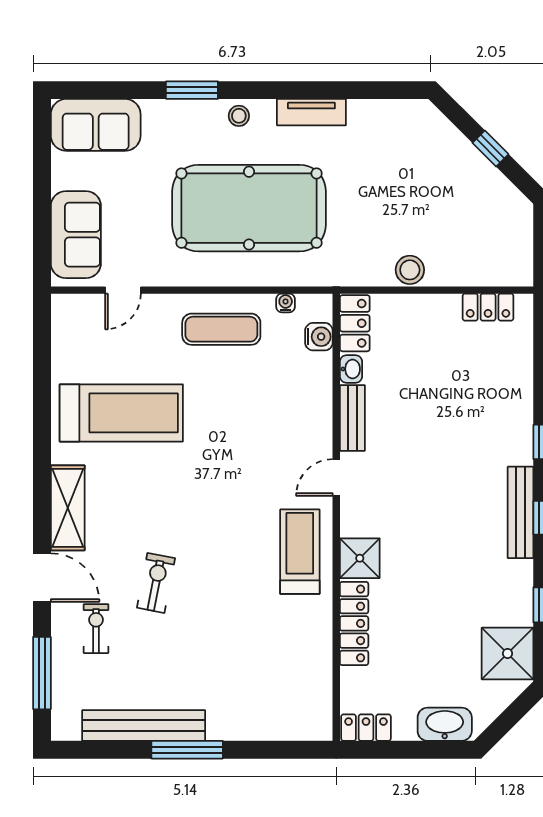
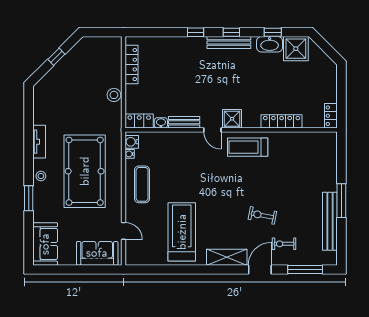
locker: (488, 307) -> (132, 65), width x1.53
water cooler: (319, 337) -> (132, 142), moved, turned -90
shower: (360, 558) -> (232, 119), moved
washbasin: (445, 724) -> (270, 44), moved, turned -90

